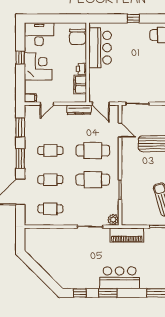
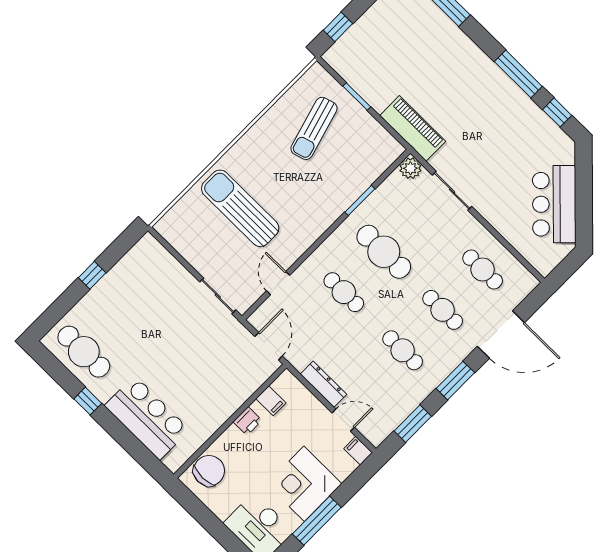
window: (133, 18) -> (88, 401), moved
bar counter: (100, 48) -> (147, 418), moved, turned 90
window: (20, 57) -> (317, 521), width x2.17
filing cabinet: (80, 85) -> (271, 401), width x0.50
dresser: (79, 110) -> (324, 384), moved
cafe table: (93, 151) -> (344, 292), width x0.73, depth x0.74
bar counter: (120, 278) -> (554, 204), moved, turned 45
window: (108, 293) -> (518, 74), width x1.44

